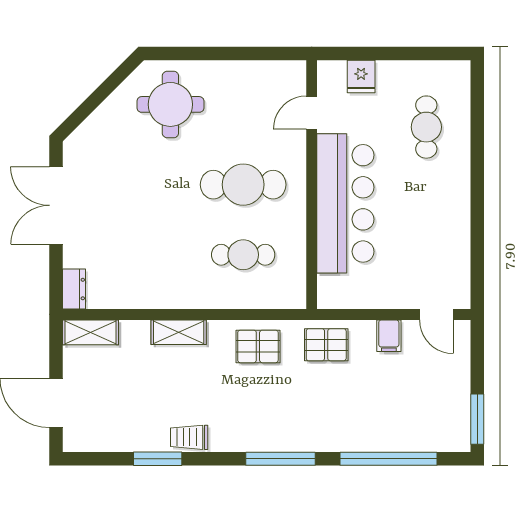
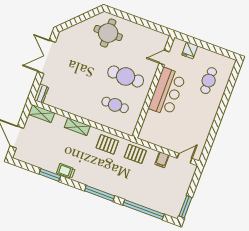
bar counter: (345, 203) -> (167, 92), width x0.73
door: (436, 314) -> (185, 158), swing flipped

